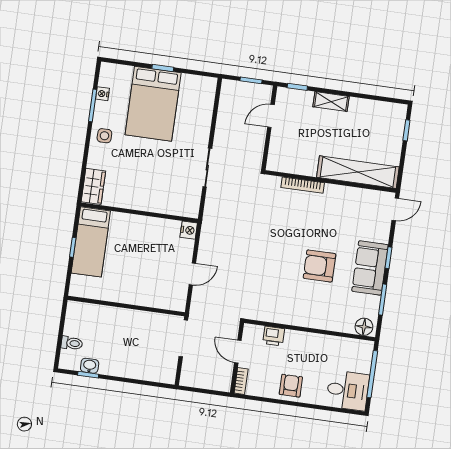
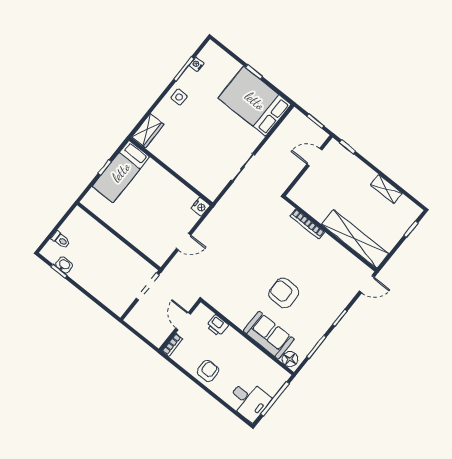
shelving: (331, 102) -> (386, 189), moved
bed: (153, 104) -> (255, 101), moved, turned 90
sofa: (370, 268) -> (269, 335), moved, turned 90

